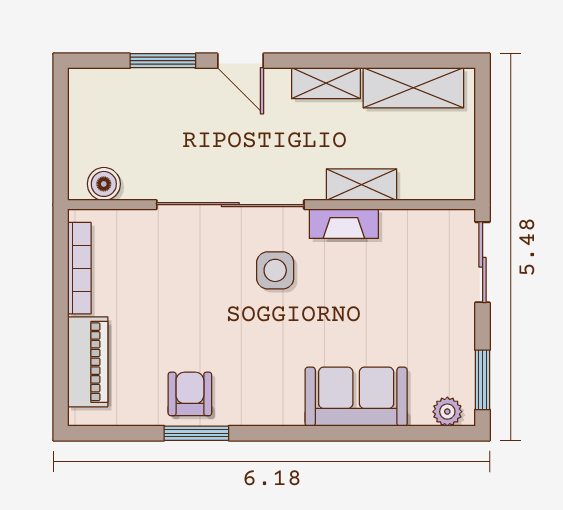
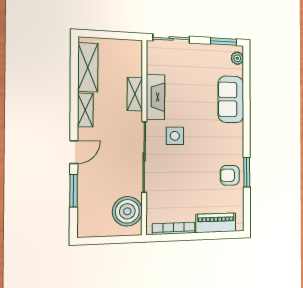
boiler: (104, 184) -> (127, 211), width x1.86, depth x1.86
fireplace: (344, 224) -> (155, 97), width x1.37, depth x1.32

